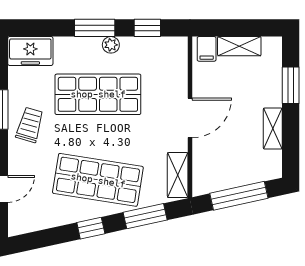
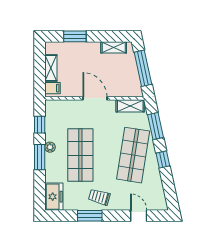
shelving: (273, 129) -> (114, 47), moved

